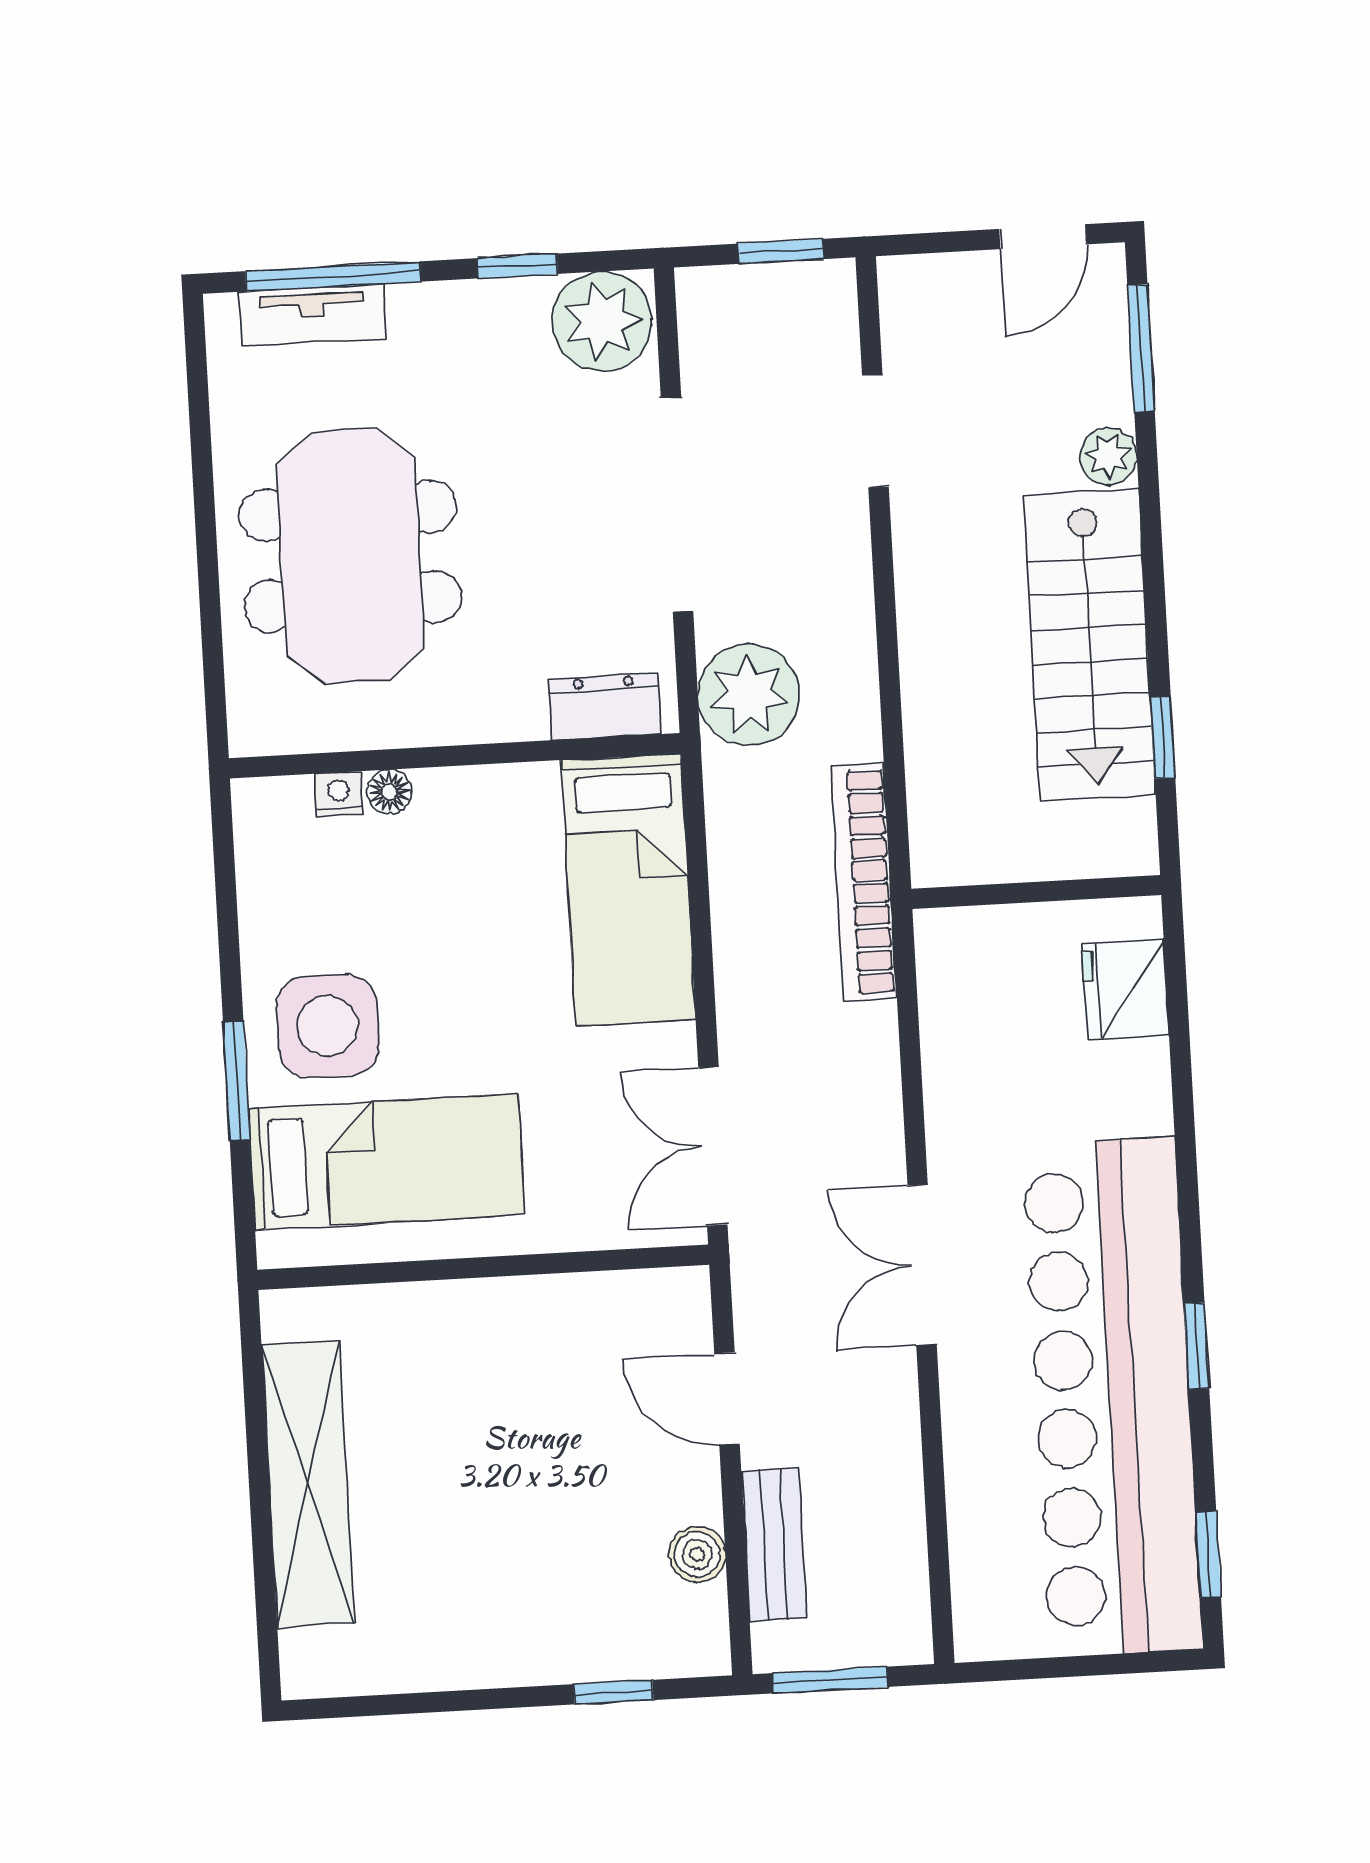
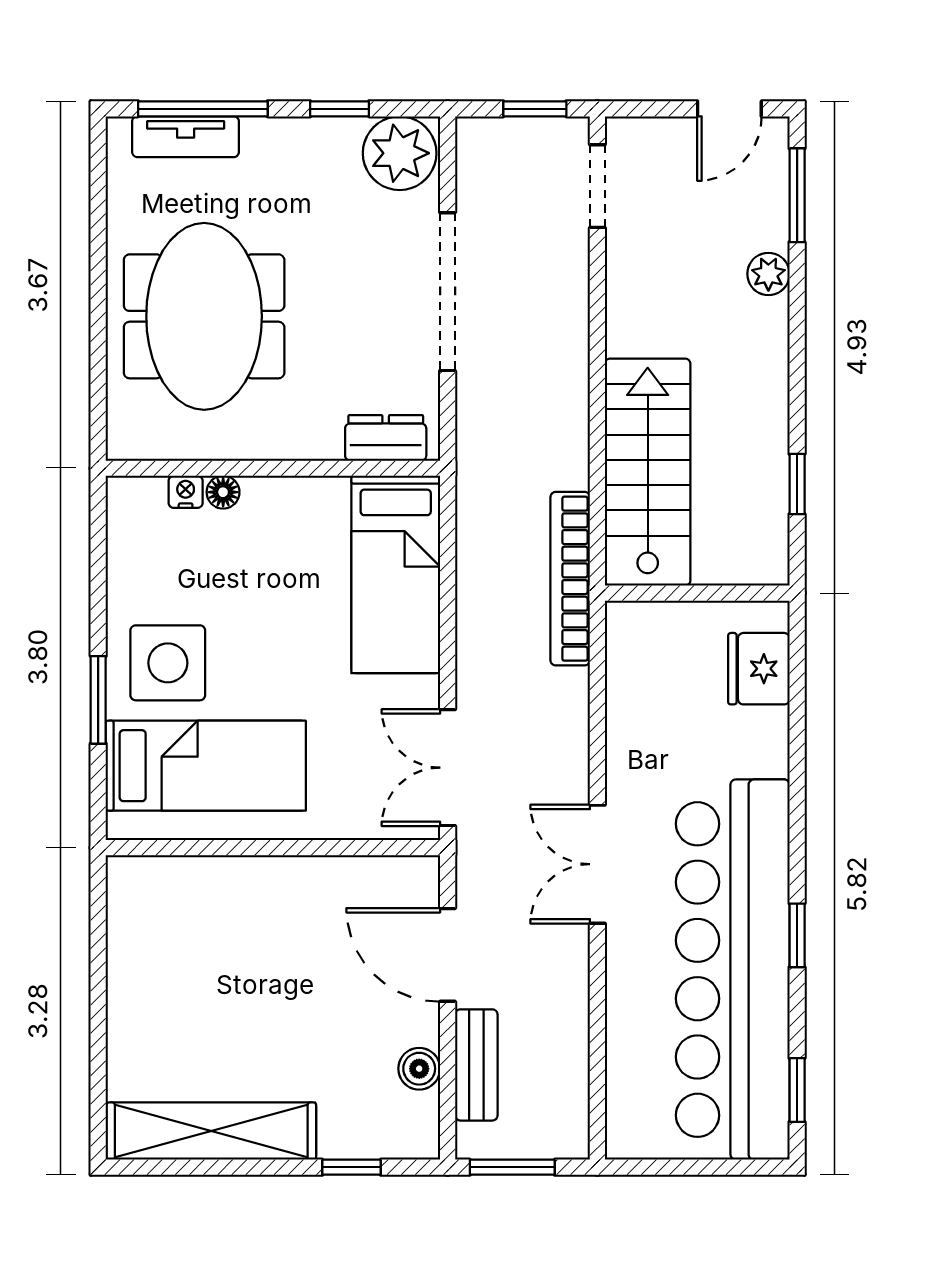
doorway: (875, 431) -> (597, 186), moved
stairs: (1089, 645) -> (648, 472), moved, turned 180
plant: (749, 695) -> (493, 435), removed
door: (727, 1399) -> (448, 955), width x1.38
shelving: (308, 1484) -> (211, 1131), moved, turned 90

